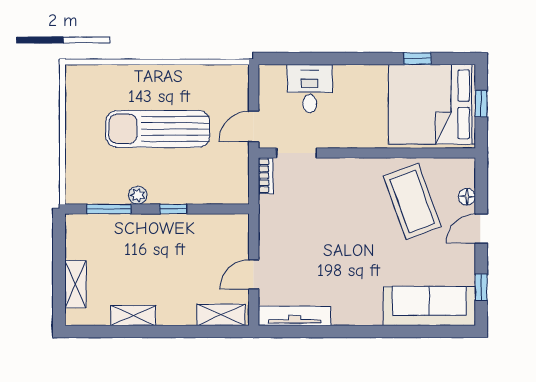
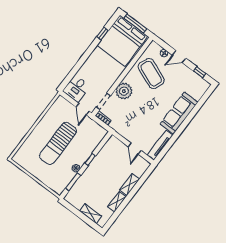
desk: (310, 89) -> (76, 89), moved, turned -90
window: (481, 104) -> (135, 23), width x2.17
plant: (343, 176) -> (124, 91), added
coffee table: (412, 201) -> (151, 74), turned 42
door: (481, 229) -> (179, 57), hinge flipped
sofa: (429, 306) -> (179, 113), moved
shelving: (221, 315) -> (130, 185), moved

